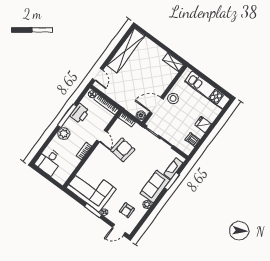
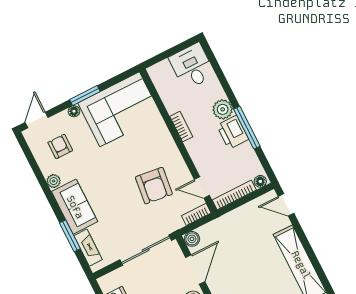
printer: (80, 113) -> (233, 132), moved
door: (102, 136) -> (202, 187), moved

